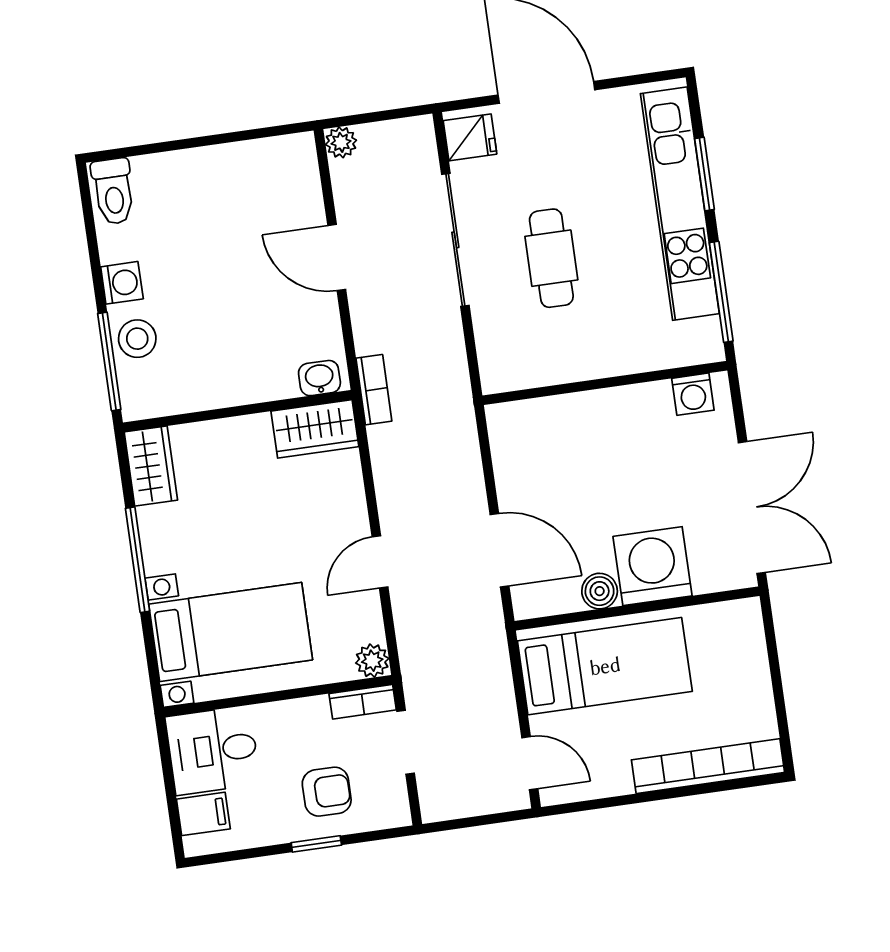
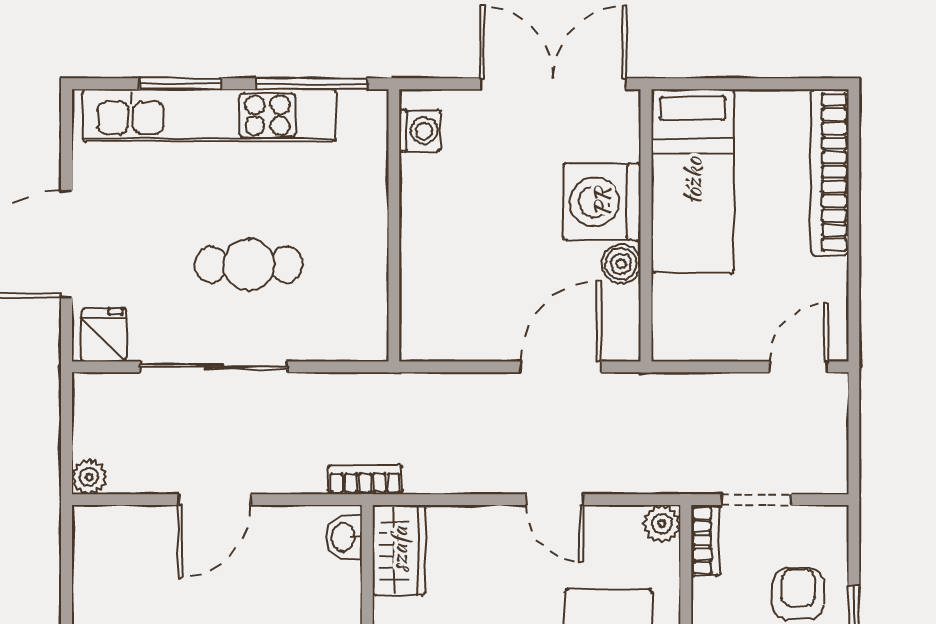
bed: (605, 666) -> (693, 181), moved, turned 180

